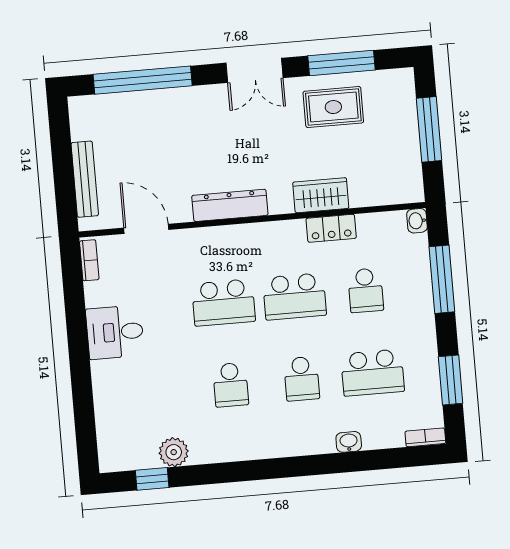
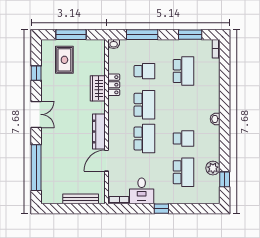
window: (342, 63) -> (36, 73), width x0.46
rug: (333, 107) -> (64, 60), moved
door: (146, 229) -> (106, 161), moved
desk: (115, 332) -> (142, 191), moved
window: (79, 351) -> (161, 209), added
school desk: (302, 379) -> (183, 172), moved, width x1.85
washbasin: (349, 442) -> (215, 119), moved

